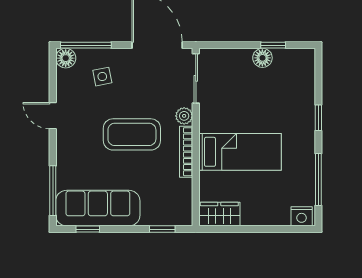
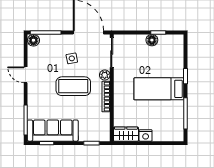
side table: (102, 77) -> (72, 58), moved
bed: (240, 152) -> (159, 89), moved, turned 180
nightstand: (302, 216) -> (146, 135), moved

